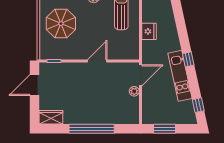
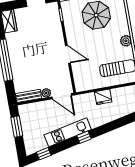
bench: (134, 110) -> (29, 96), added

